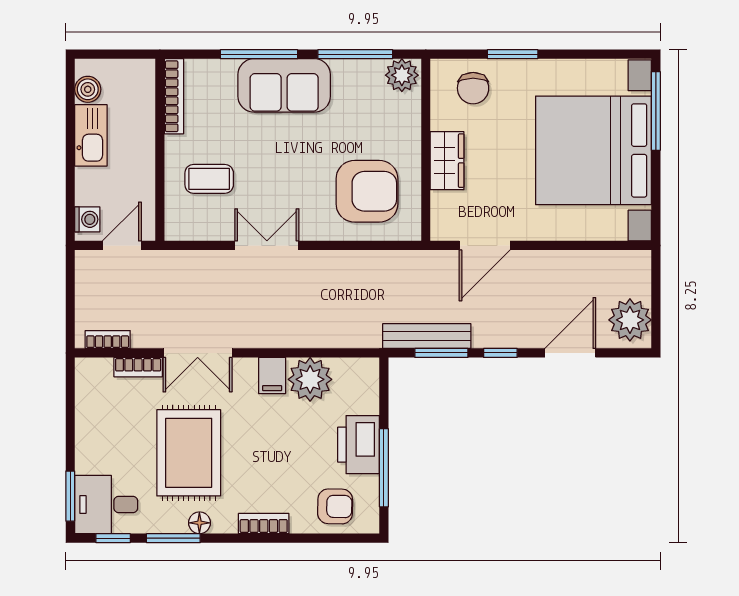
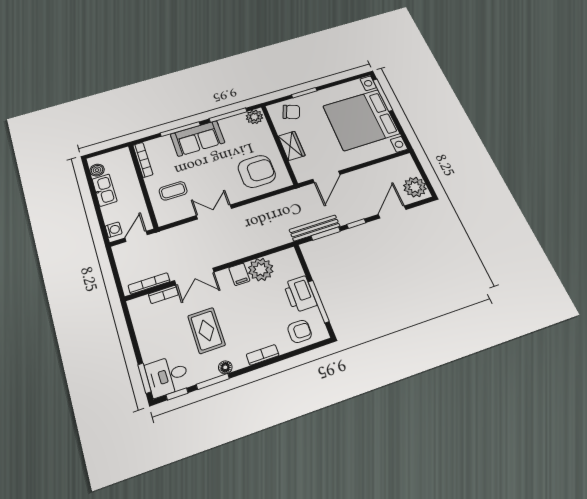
chair: (473, 88) -> (291, 112), turned -69
bookcase: (108, 339) -> (149, 283), width x1.56
rug: (189, 453) -> (206, 330), width x0.73, depth x0.70

